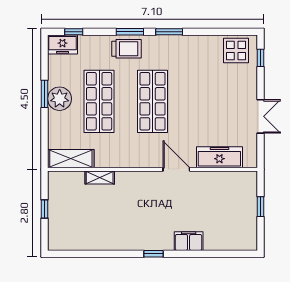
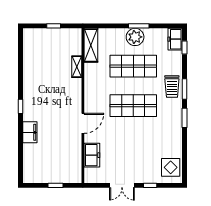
window: (260, 58) -> (150, 185), moved
freezer: (219, 157) -> (92, 155), width x0.71

